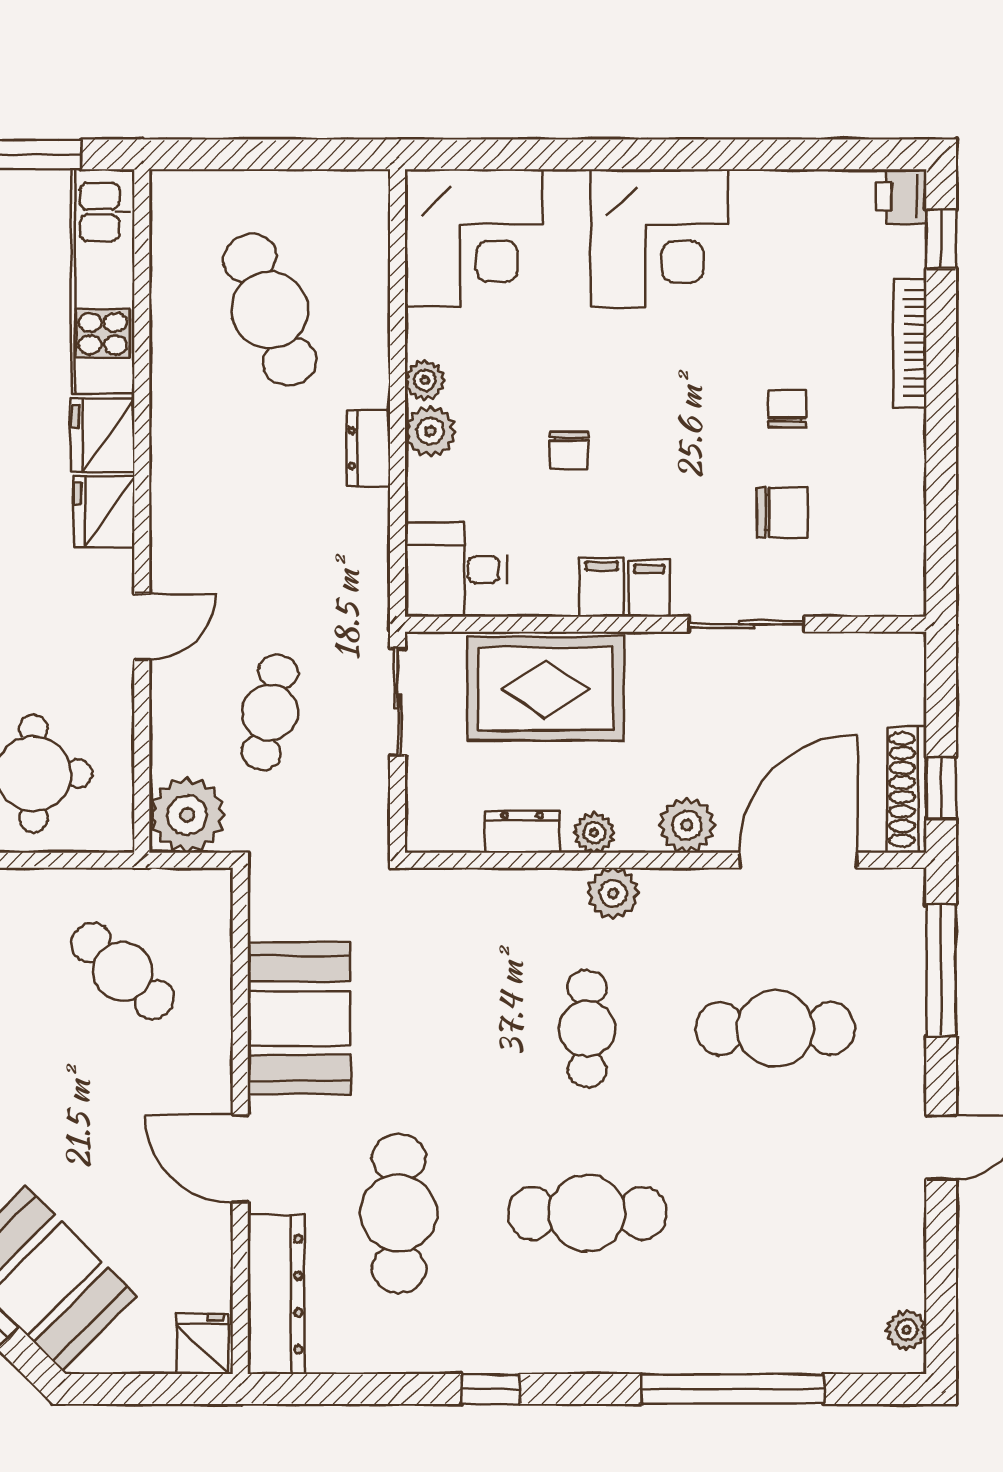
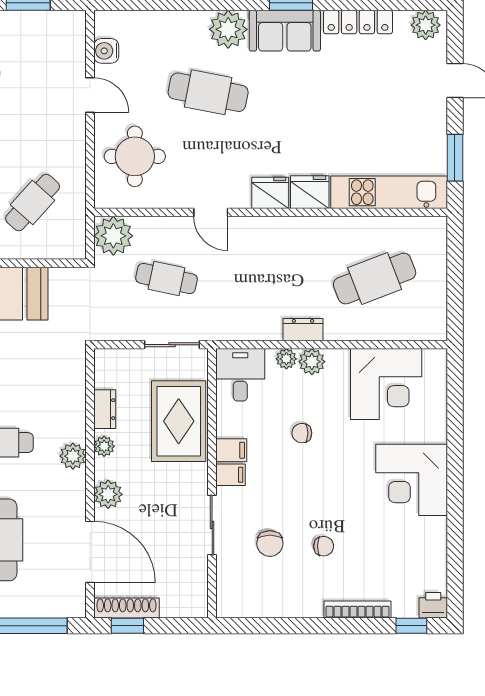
corner desk: (474, 238) -> (386, 384), moved, turned -90
plant: (425, 380) -> (286, 359), moved

